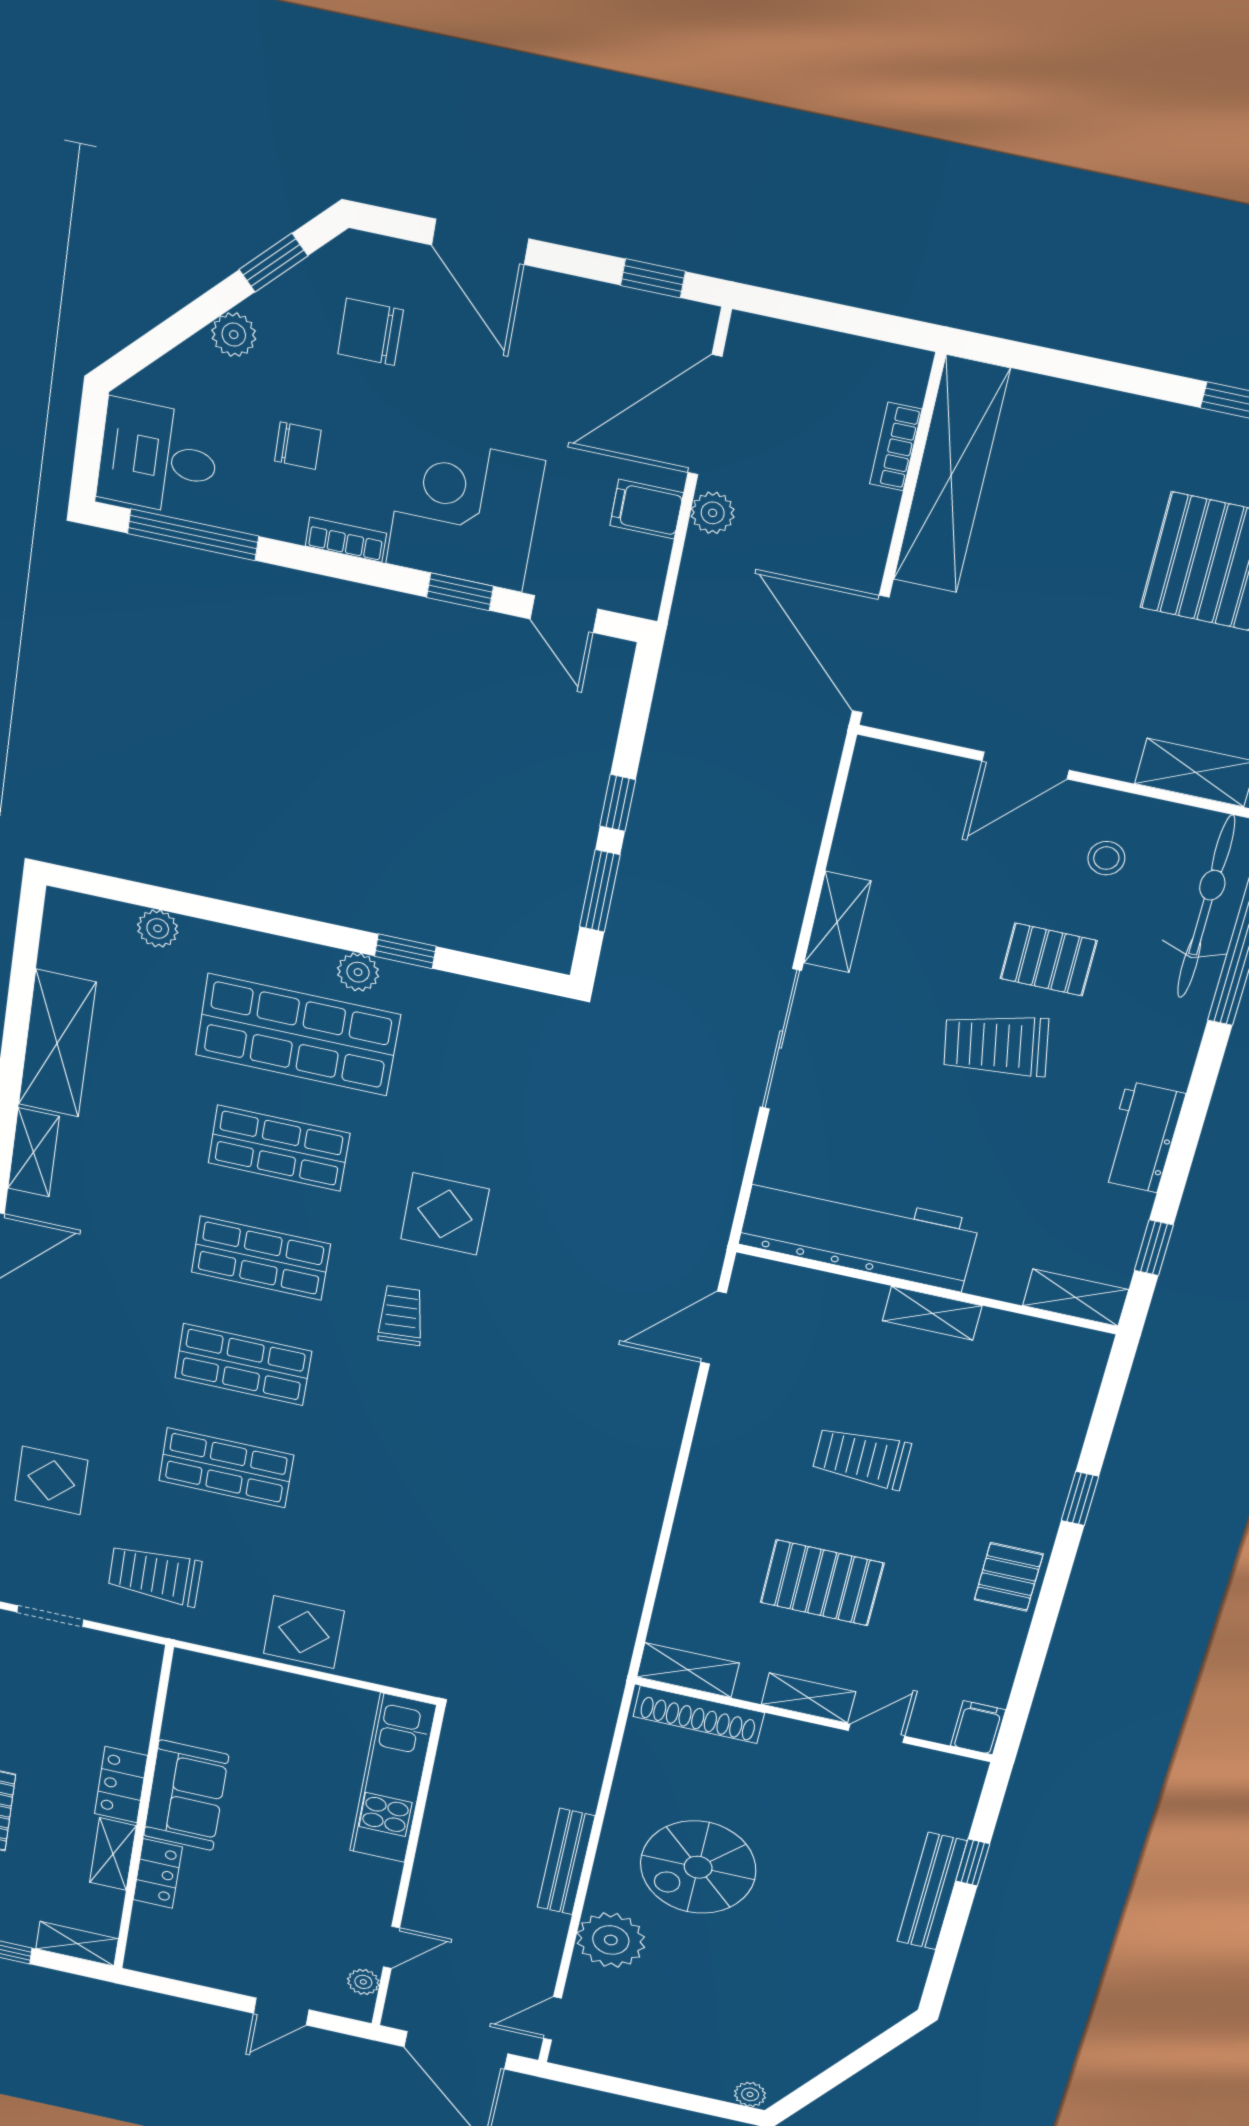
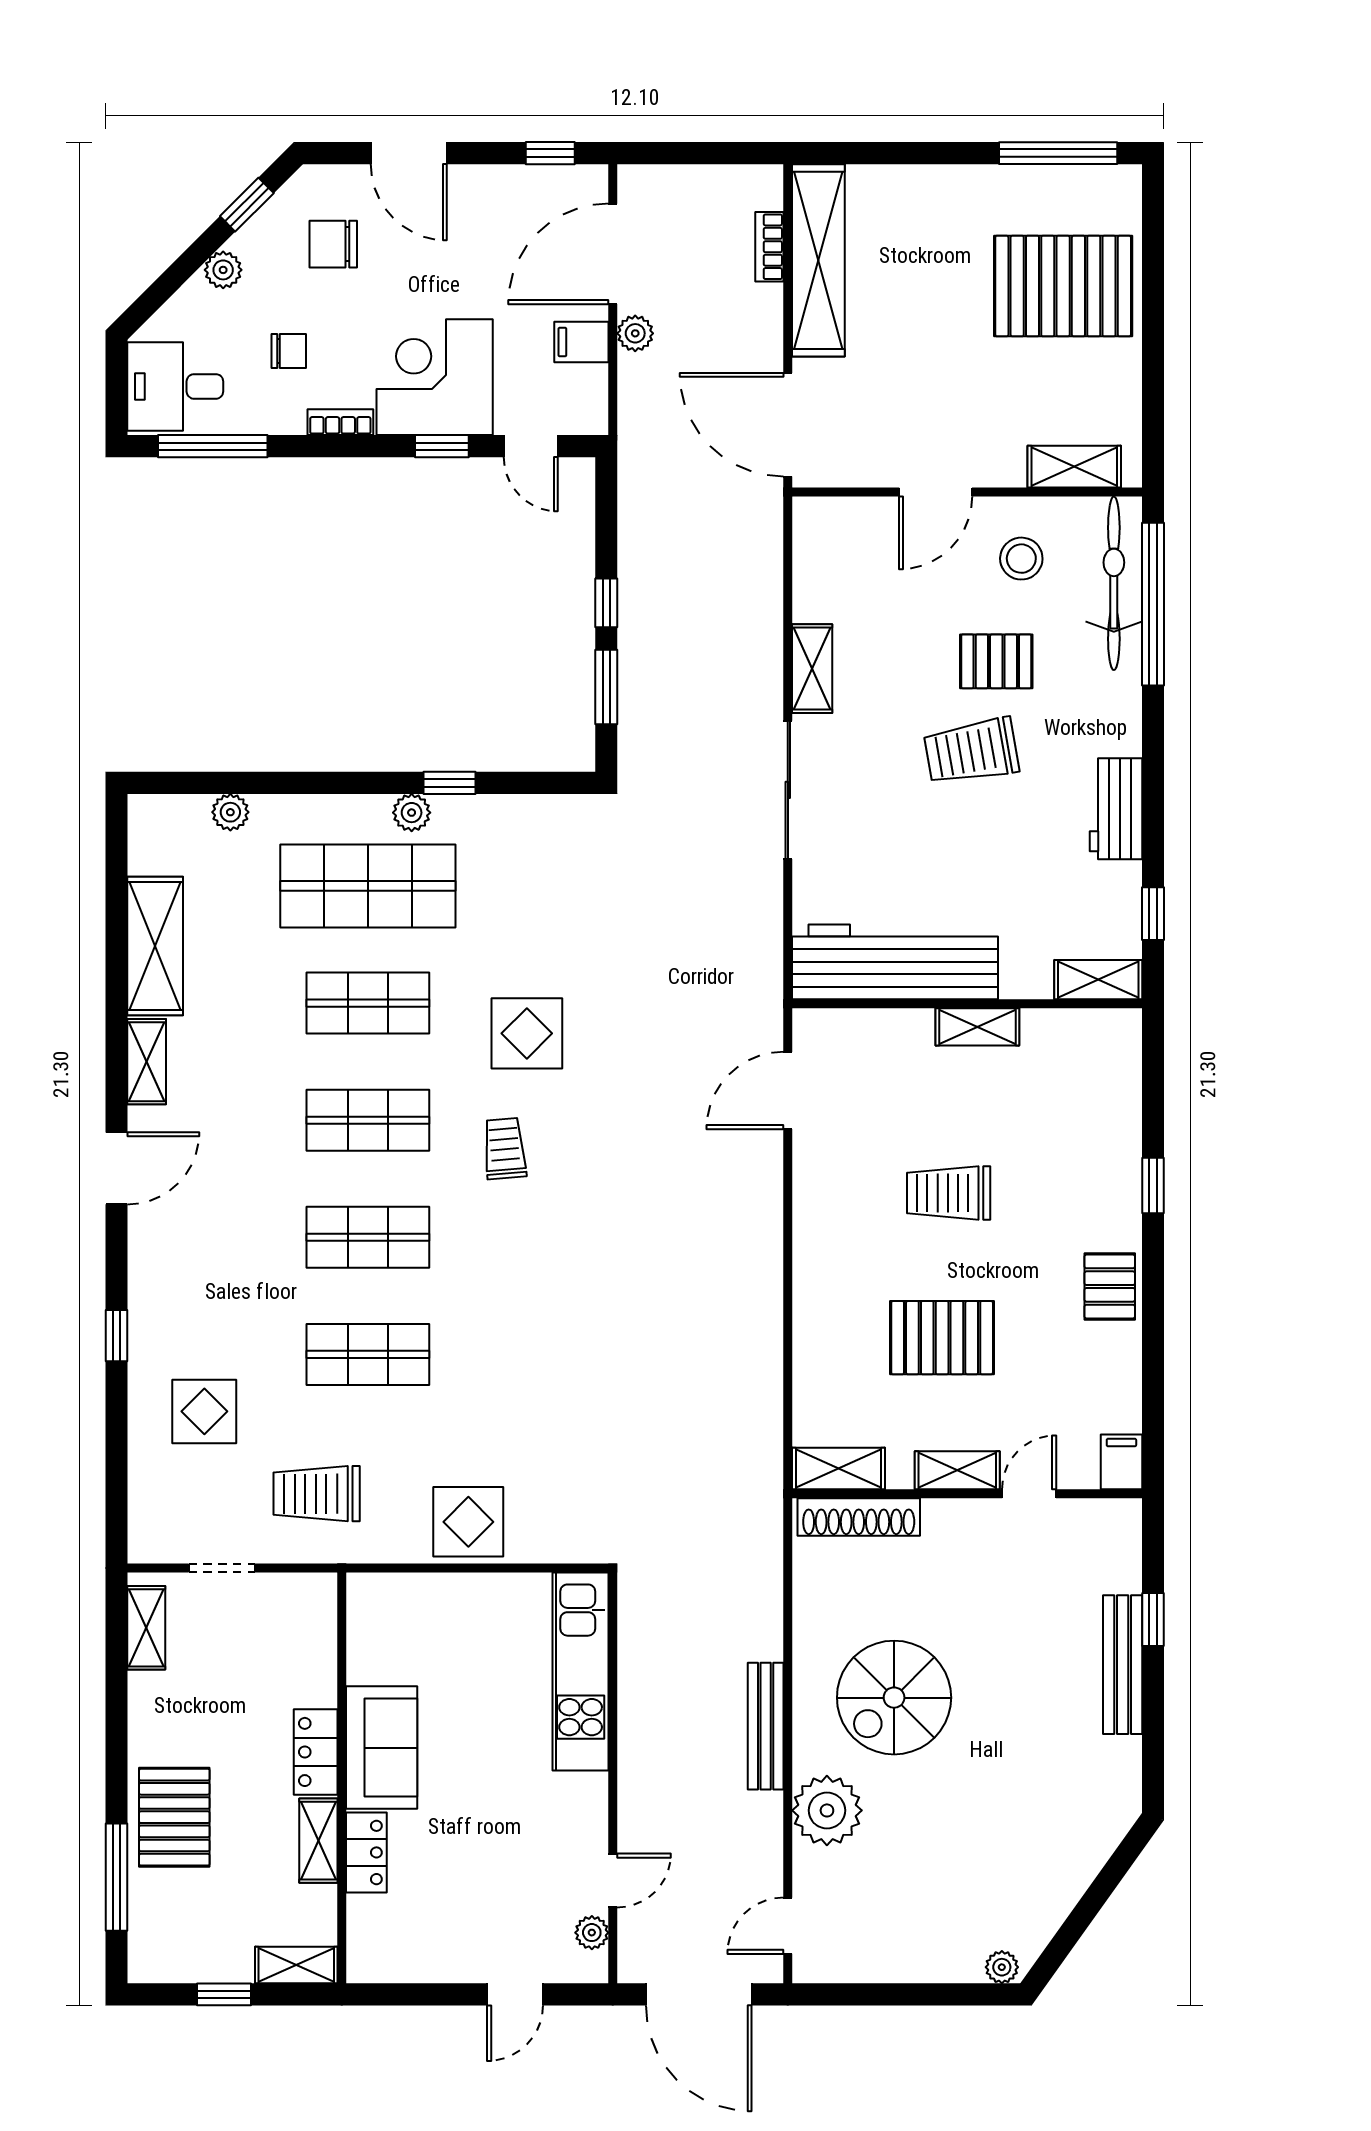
stool: (1106, 858) -> (1021, 559), width x1.37, depth x1.37

